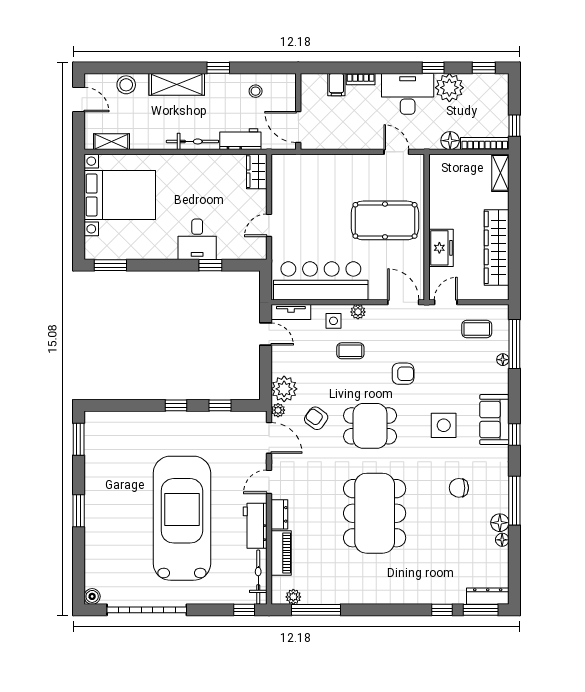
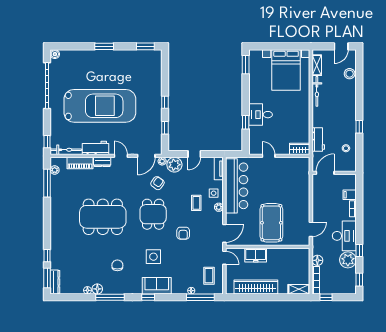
shelving: (177, 84) -> (350, 103), removed
bicycle: (192, 141) -> (317, 91), moved
door: (266, 334) -> (194, 154), moved

